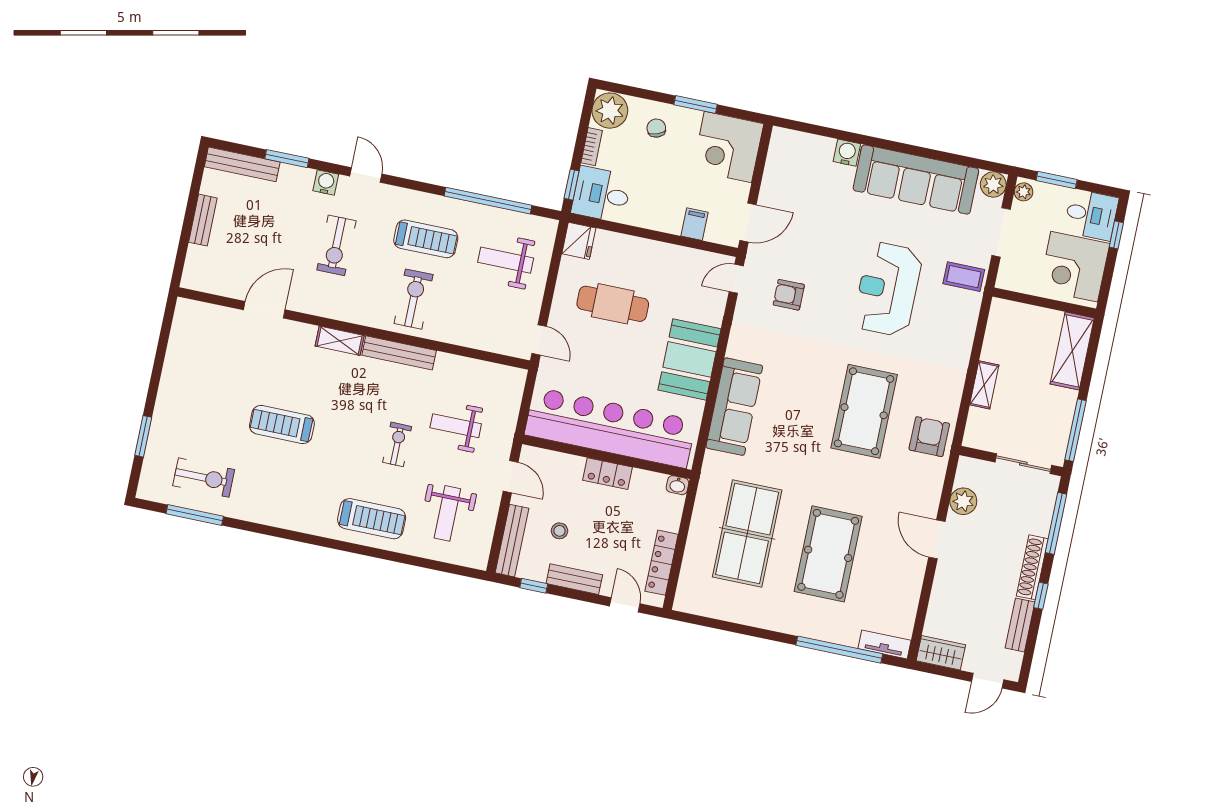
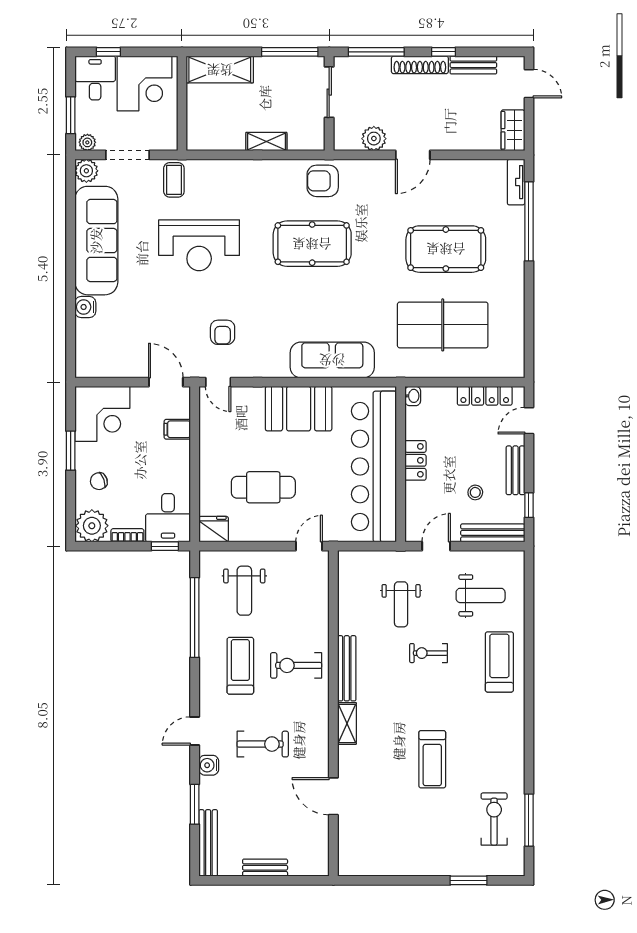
cafe table: (613, 304) -> (263, 487), turned 90

